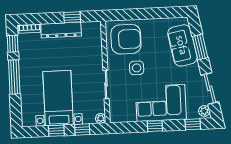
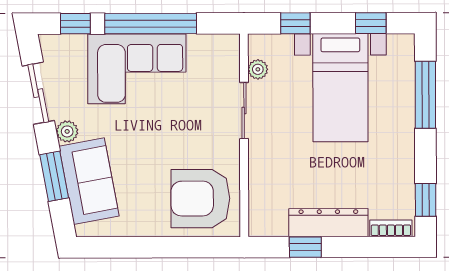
side table: (137, 68) -> (182, 141), removed
window: (14, 77) -> (425, 95), moved
plant: (204, 111) -> (67, 131), moved
plant: (101, 118) -> (258, 69), moved
window: (155, 126) -> (151, 24), width x3.17
window: (56, 131) -> (371, 23), moved

